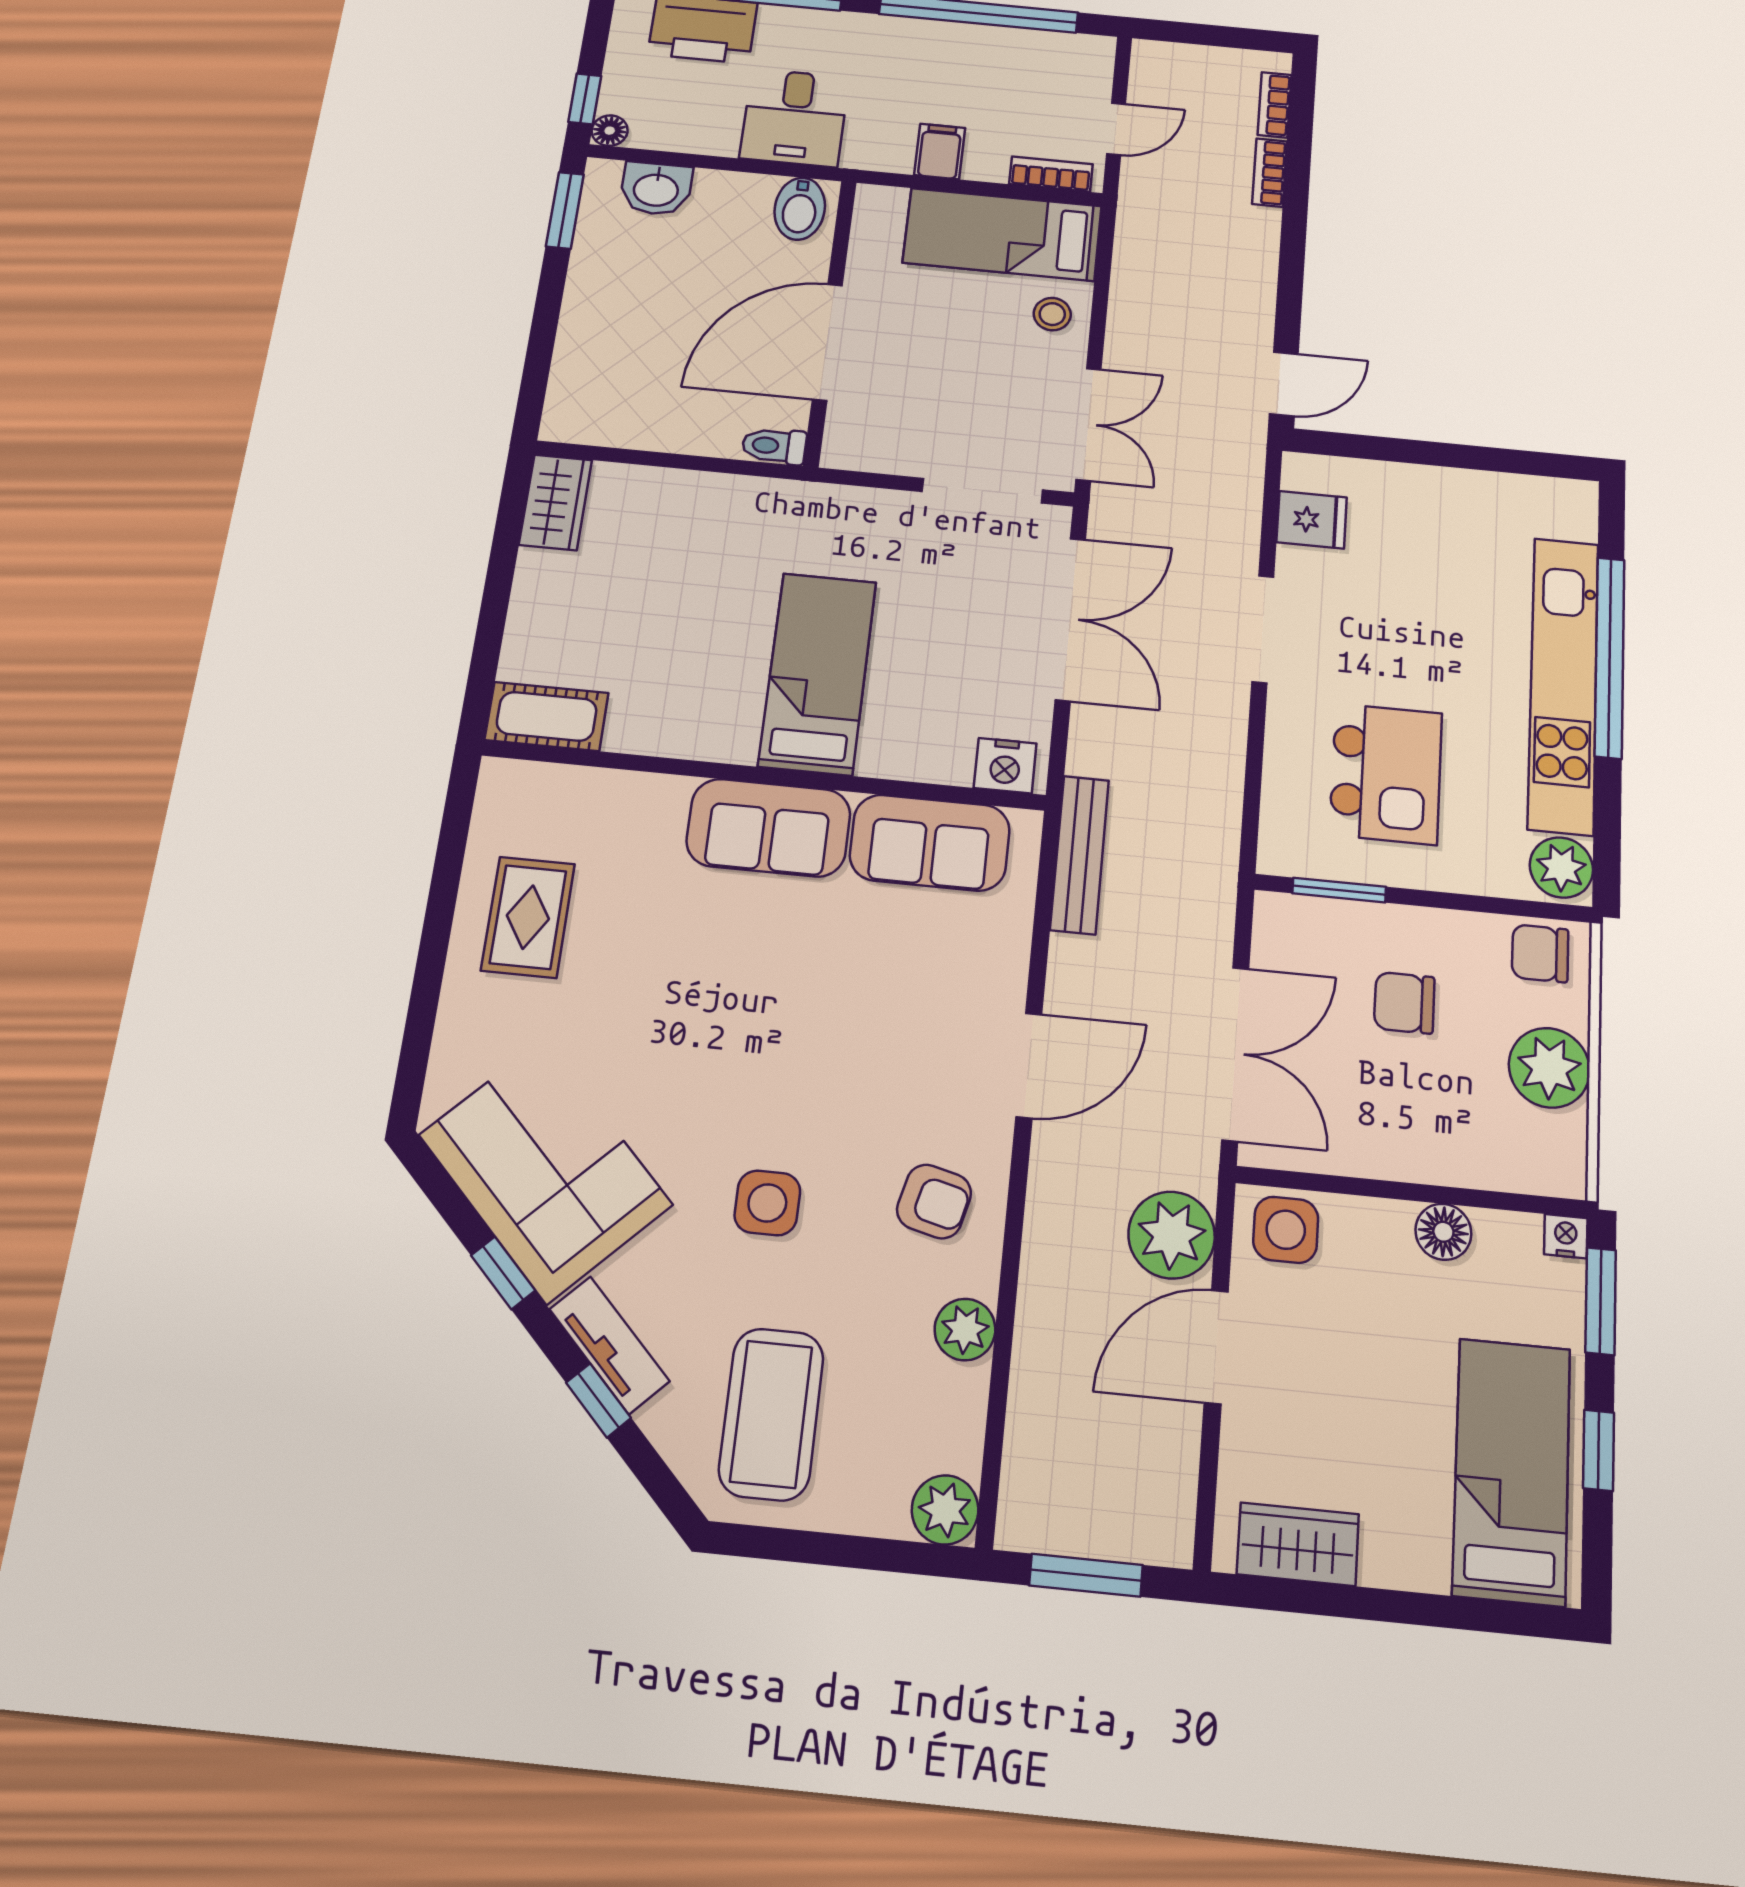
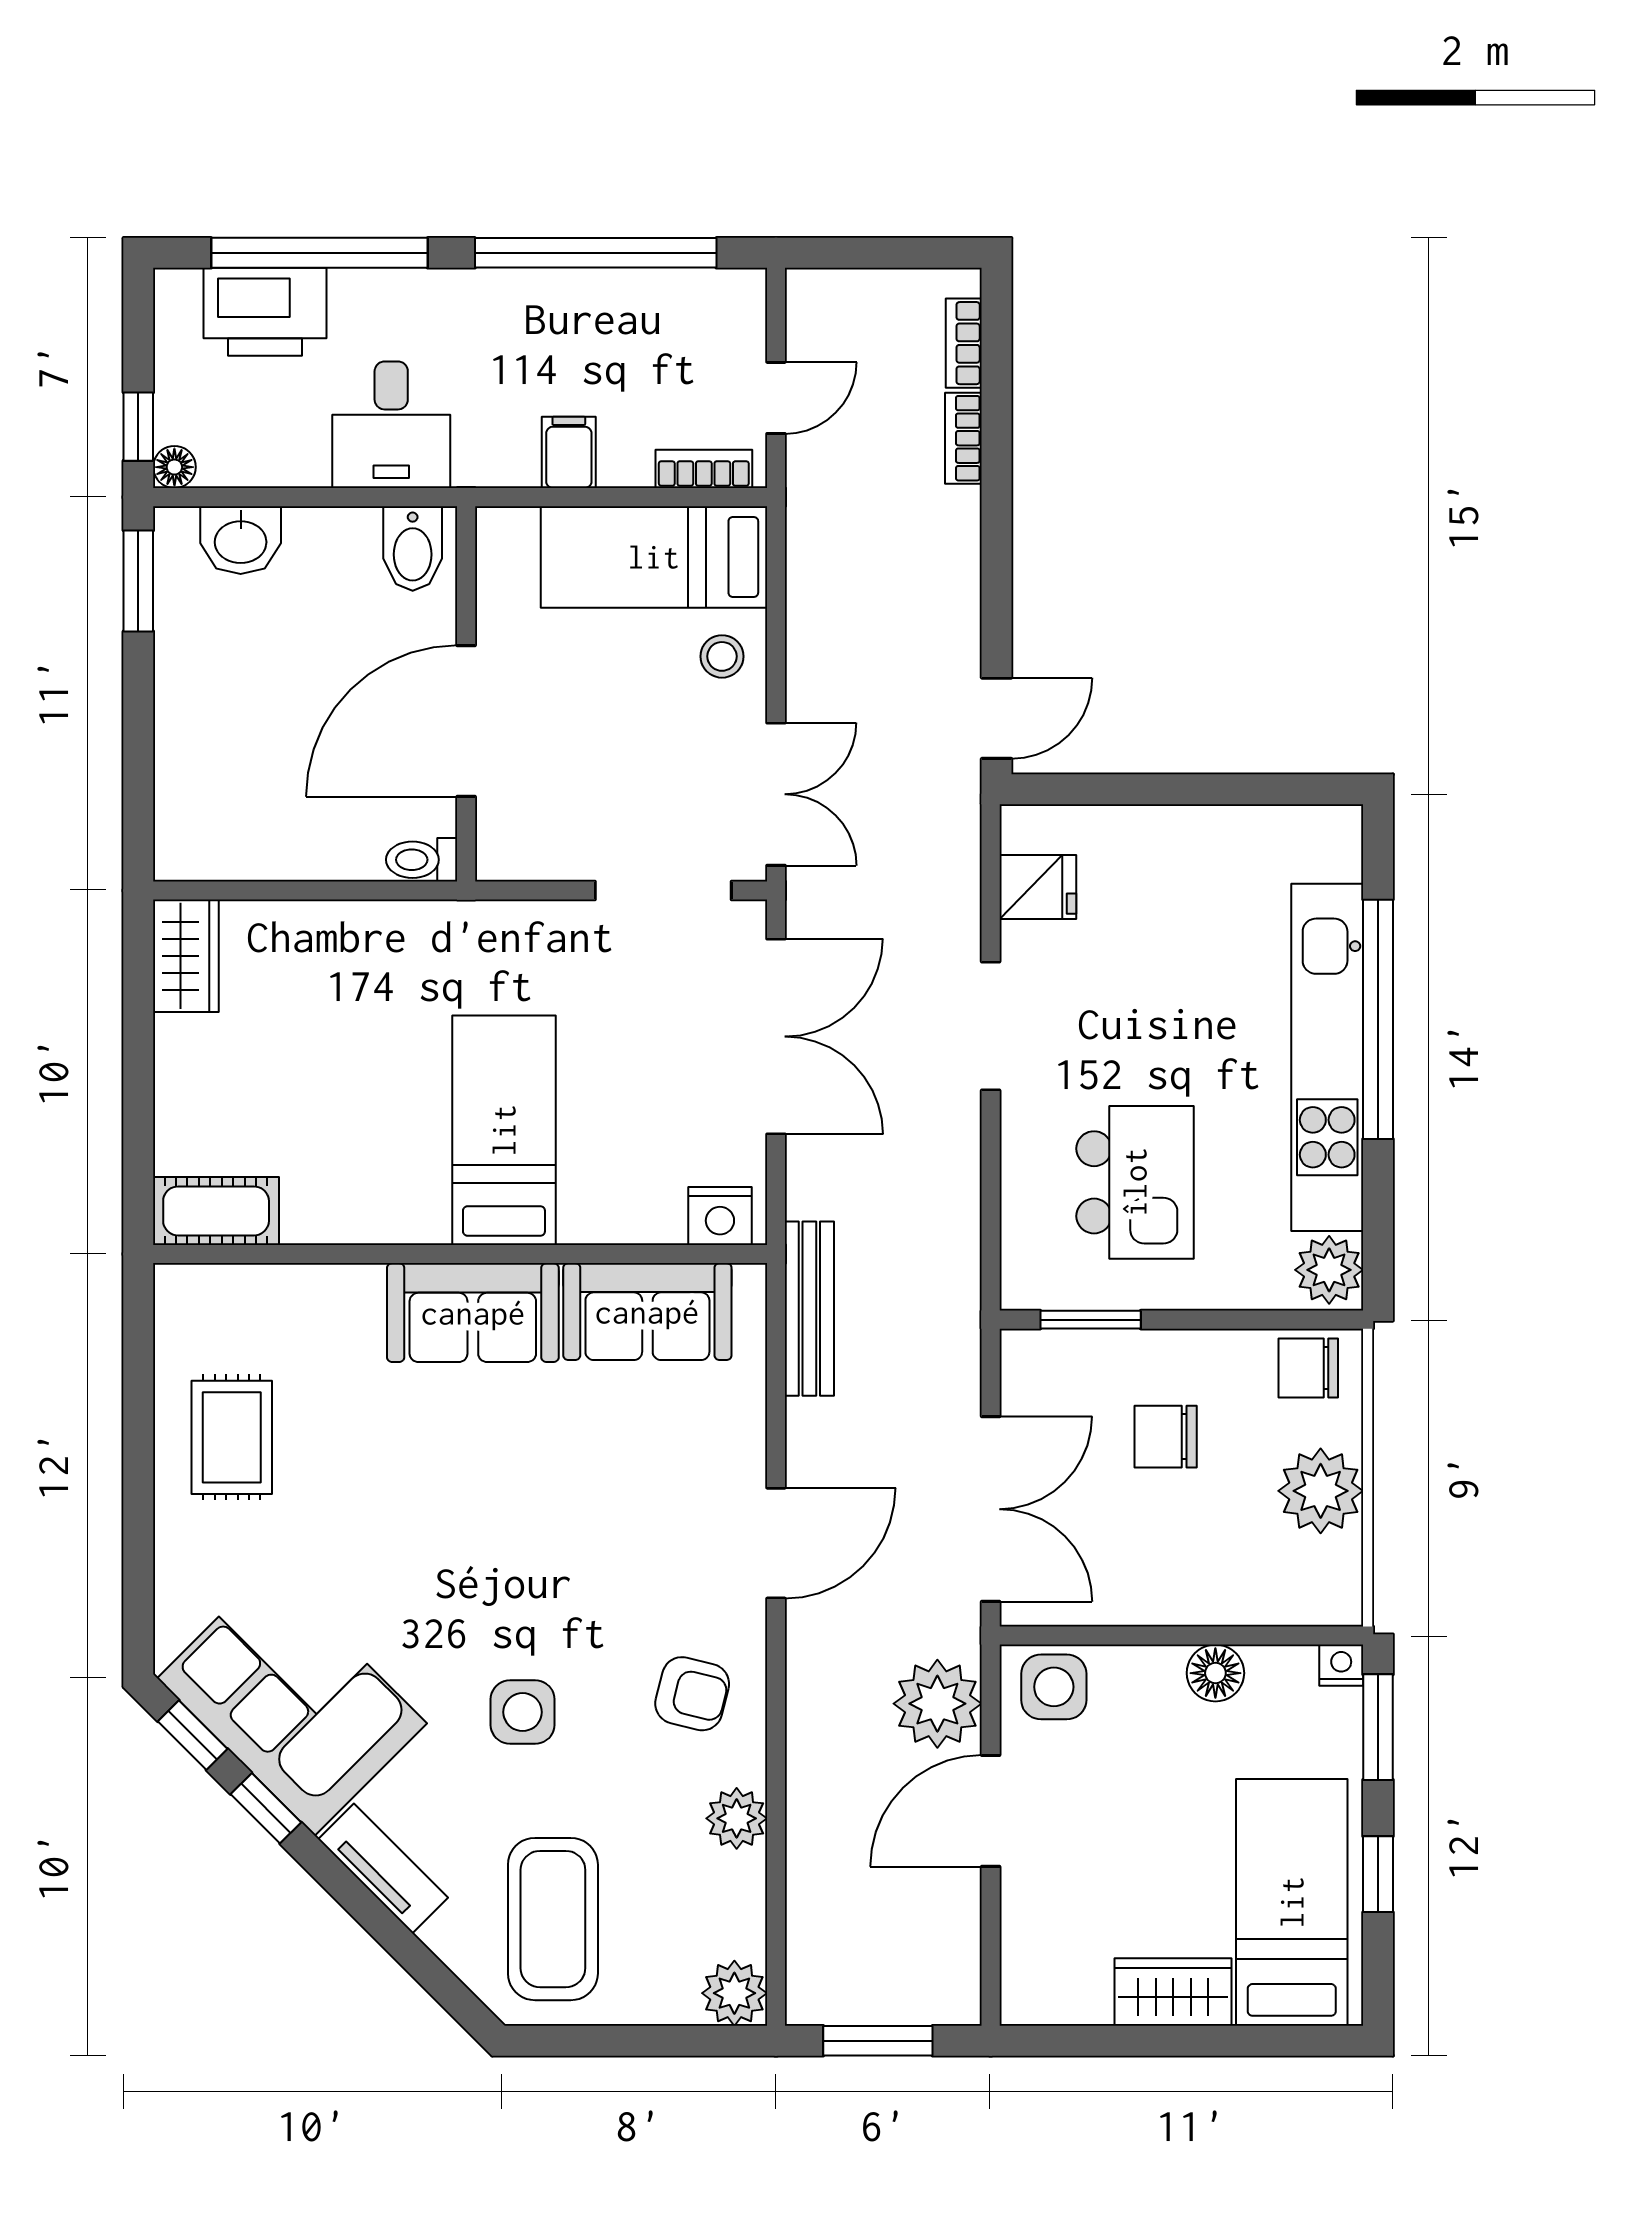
window: (598, 1400) -> (193, 1735), moved
wardrobe: (1298, 1544) -> (1173, 1992), moved

